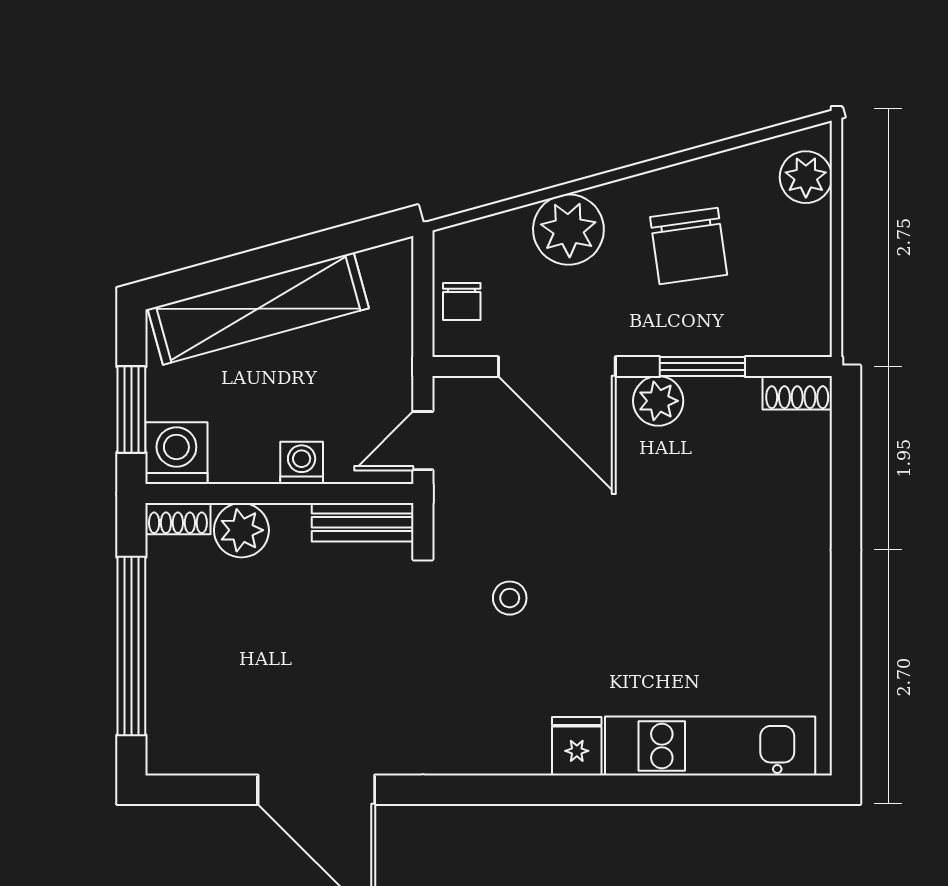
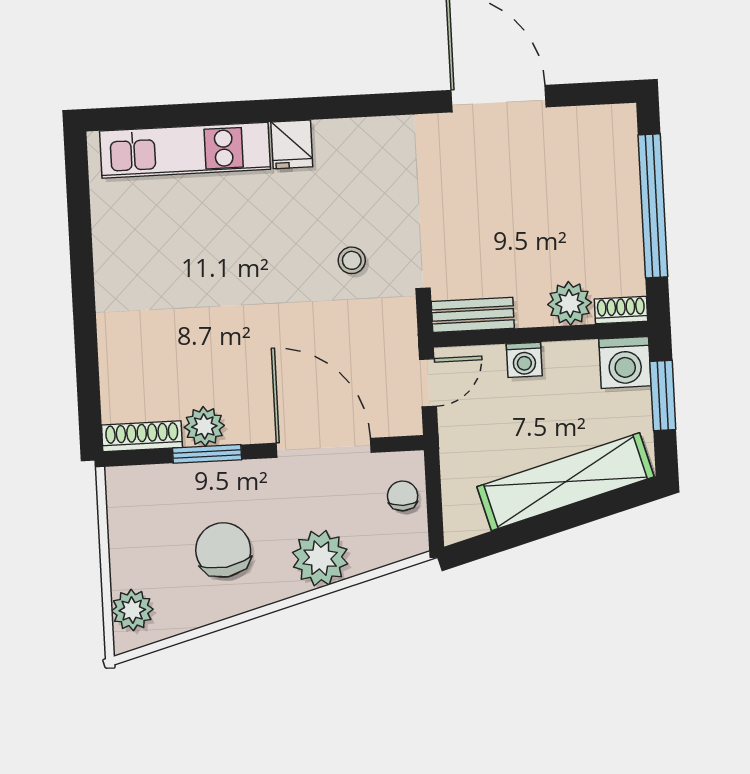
shoe rack: (797, 393) -> (142, 436), width x1.43
plant: (658, 401) -> (204, 426), moved

